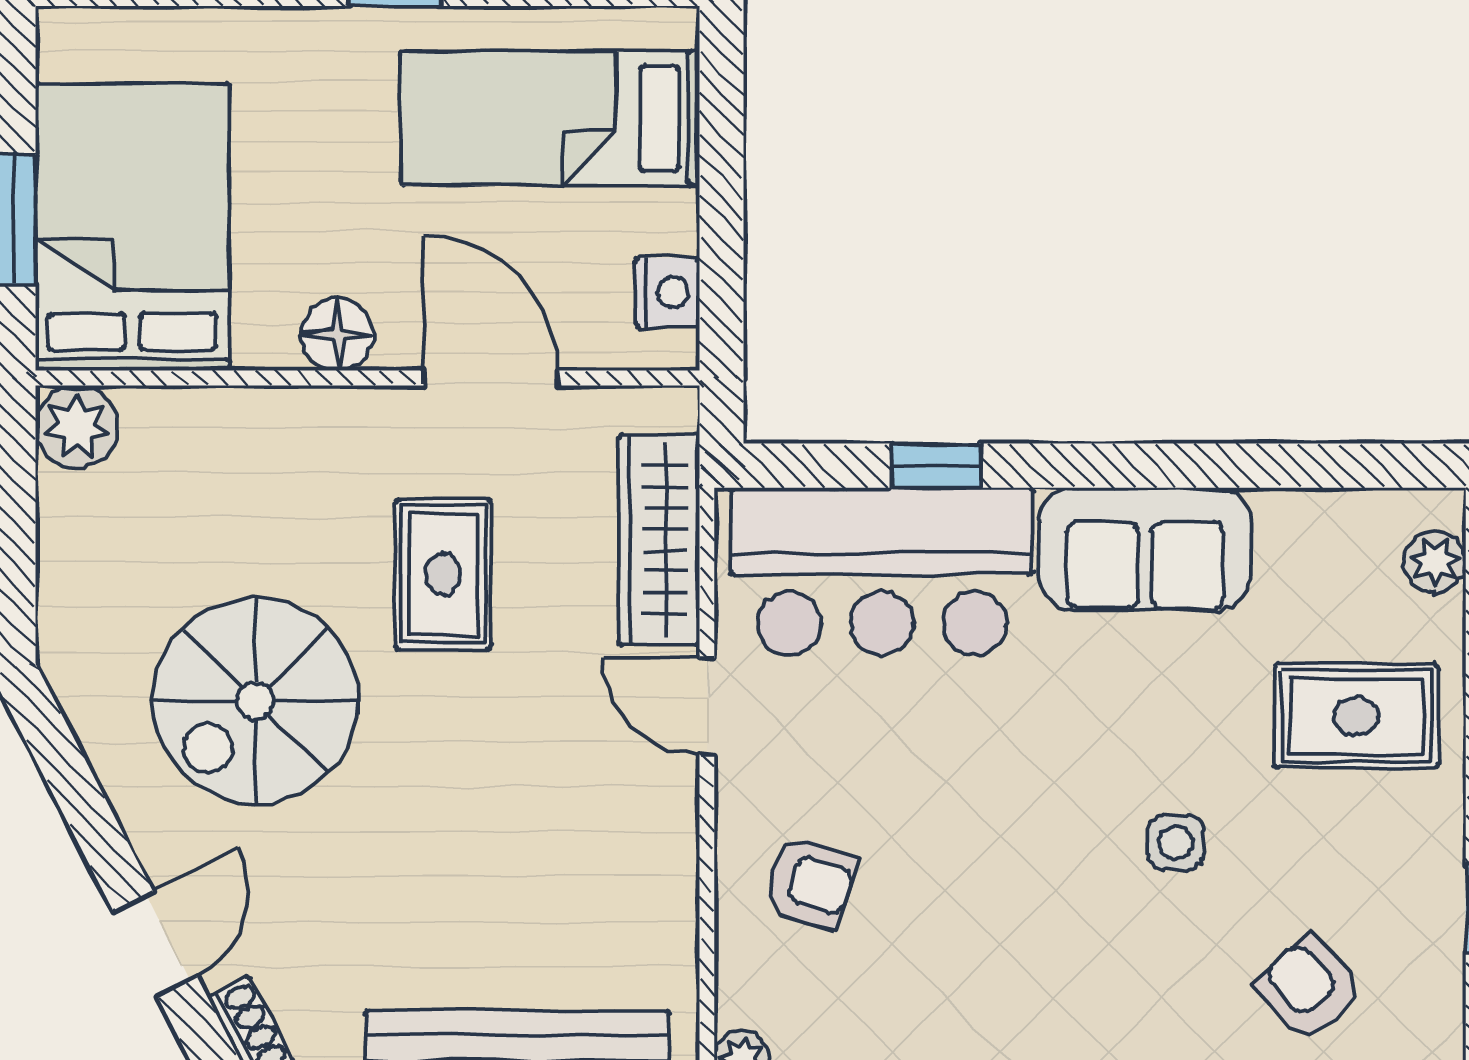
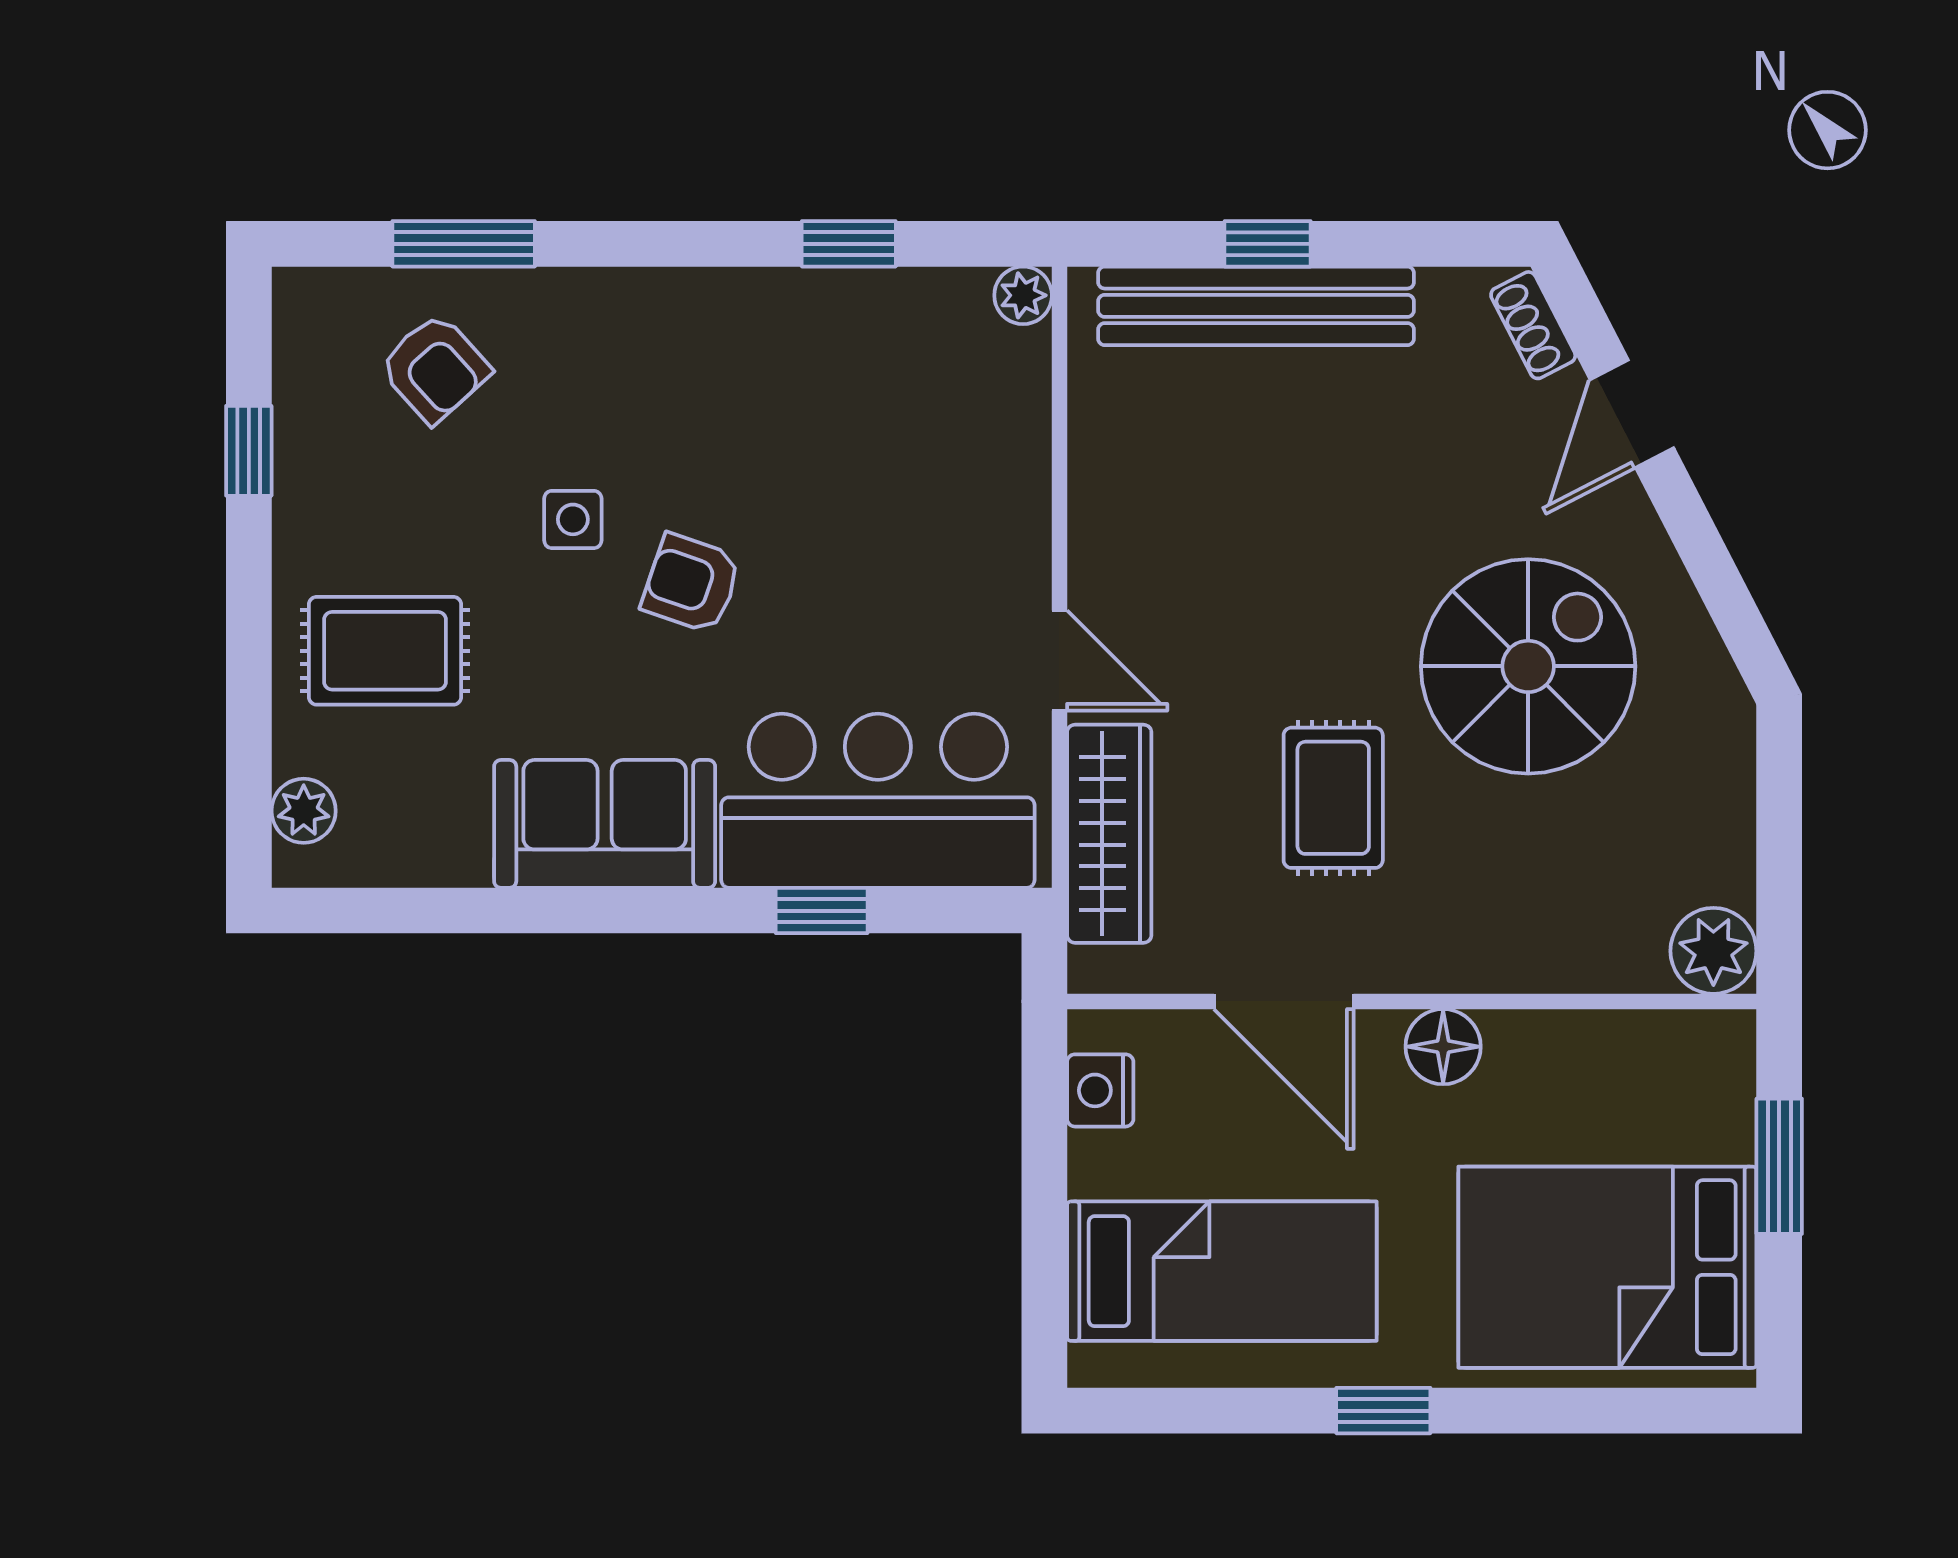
bed: (132, 227) -> (1607, 1267), moved, turned 90
armchair: (810, 882) -> (691, 583), moved

